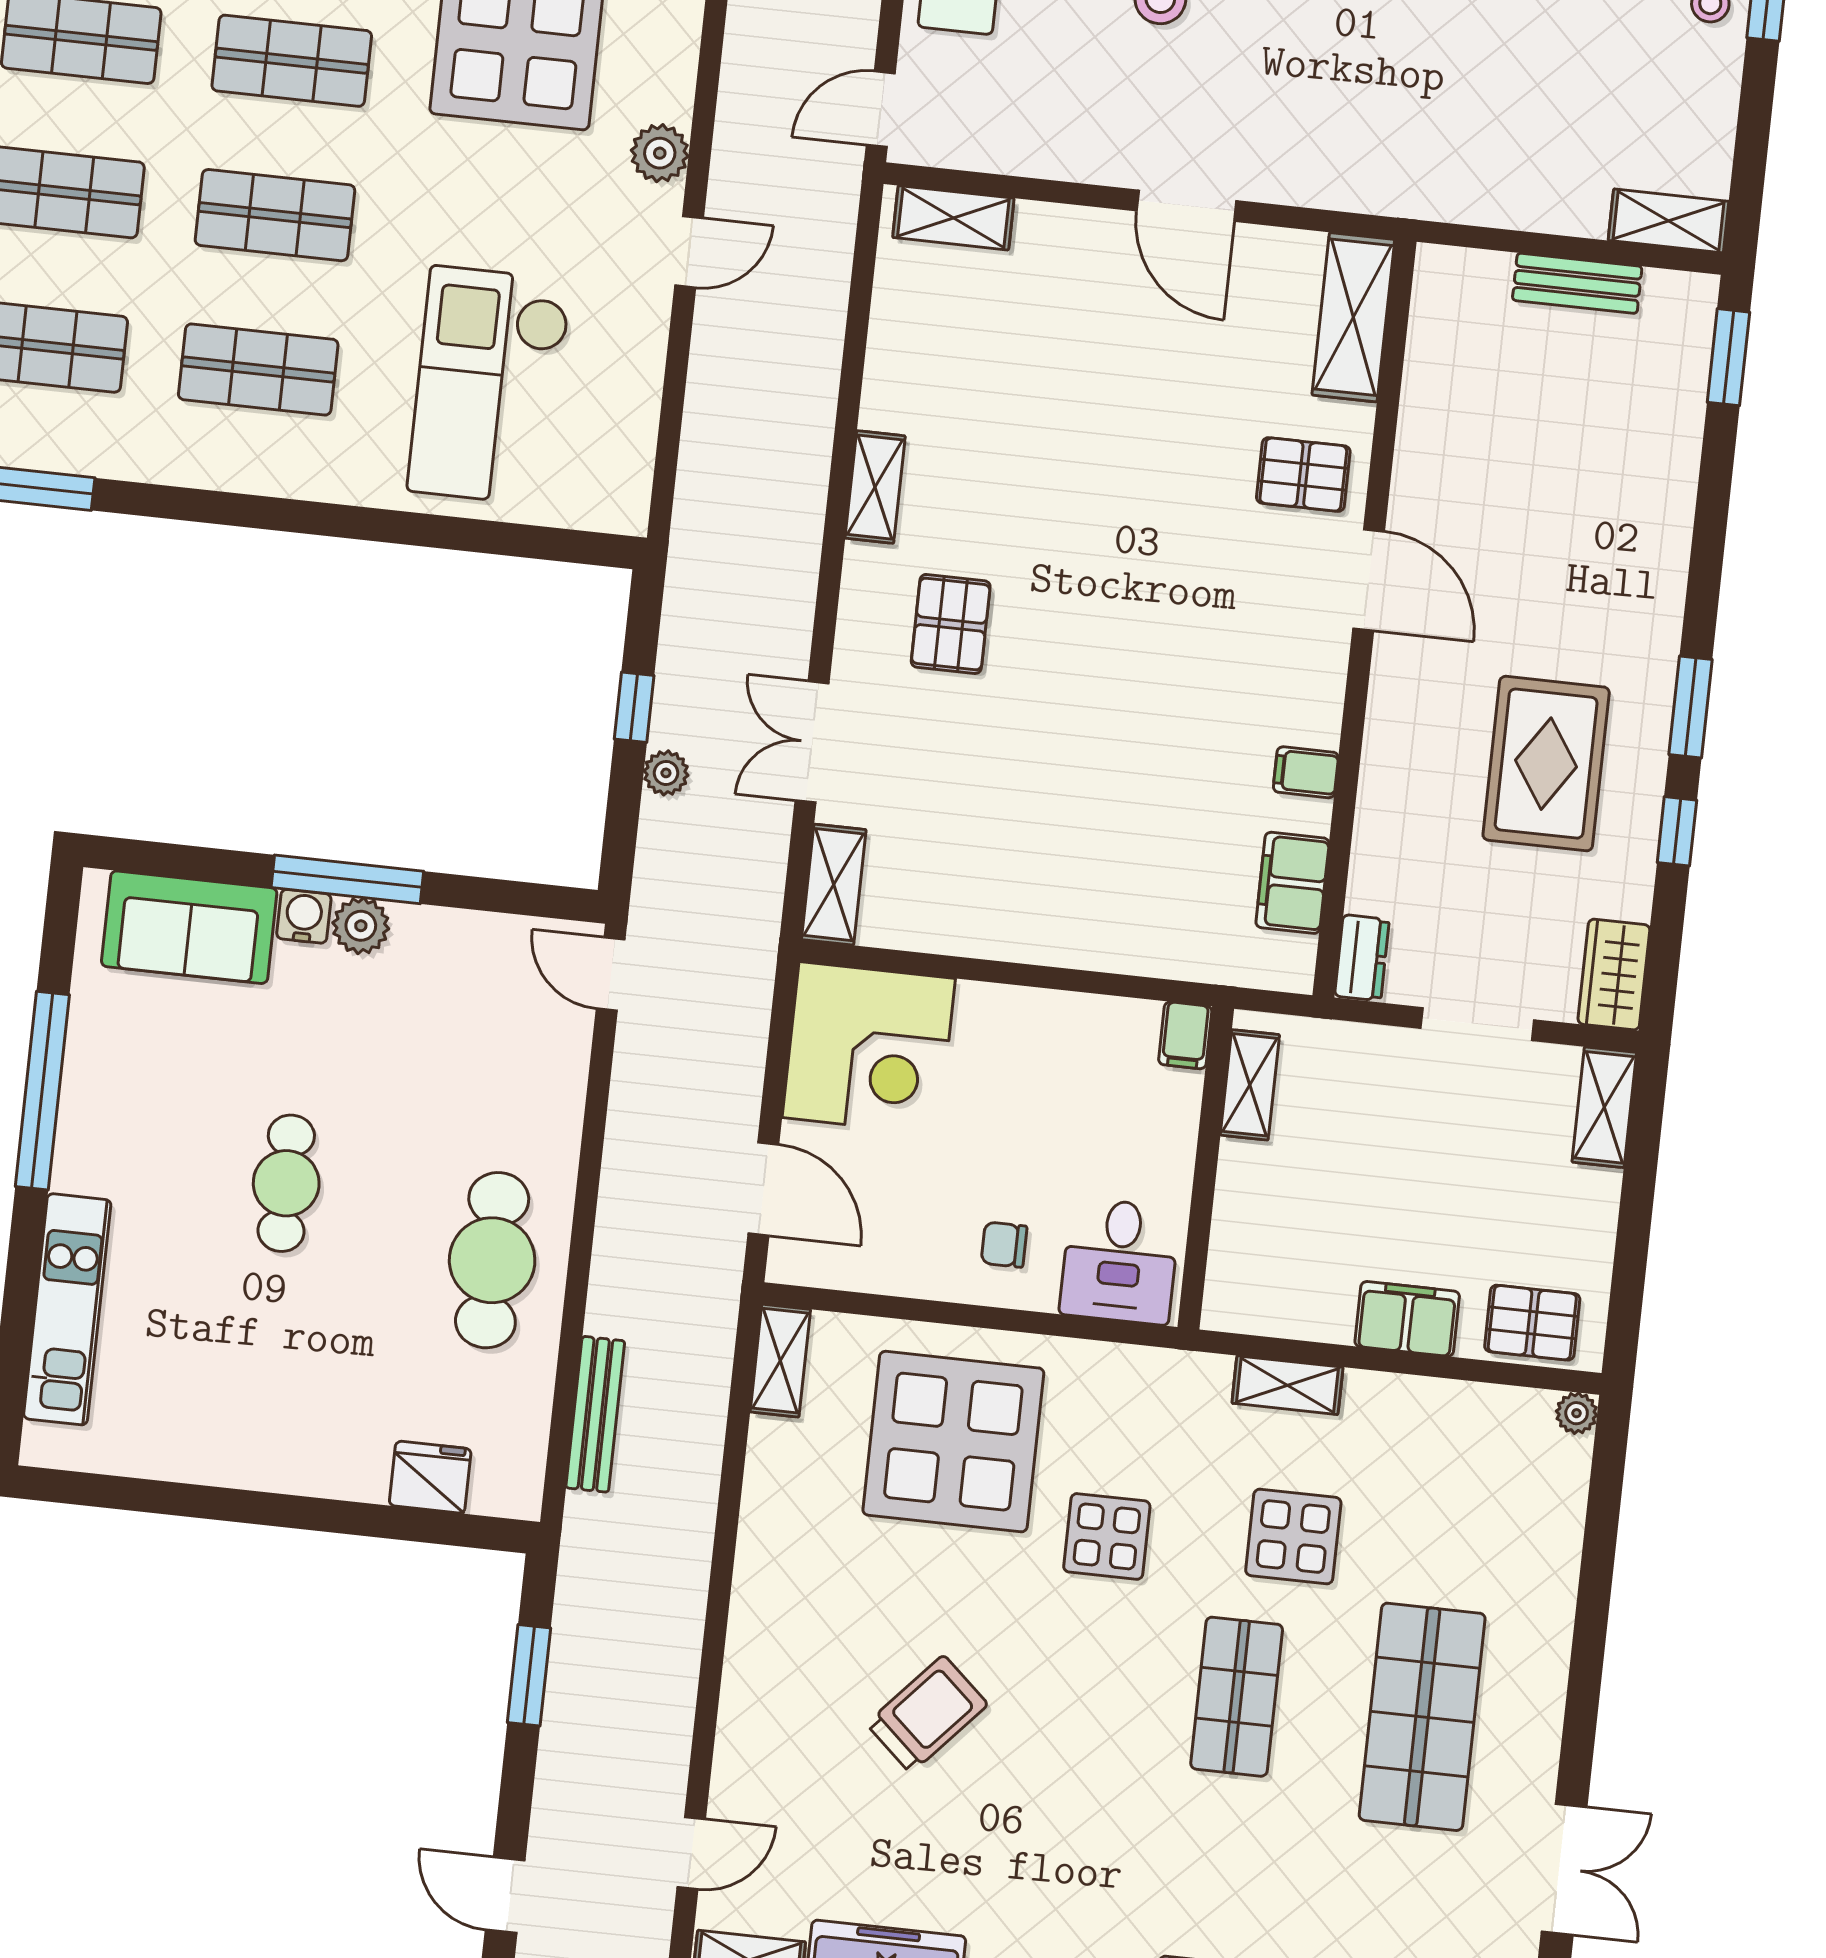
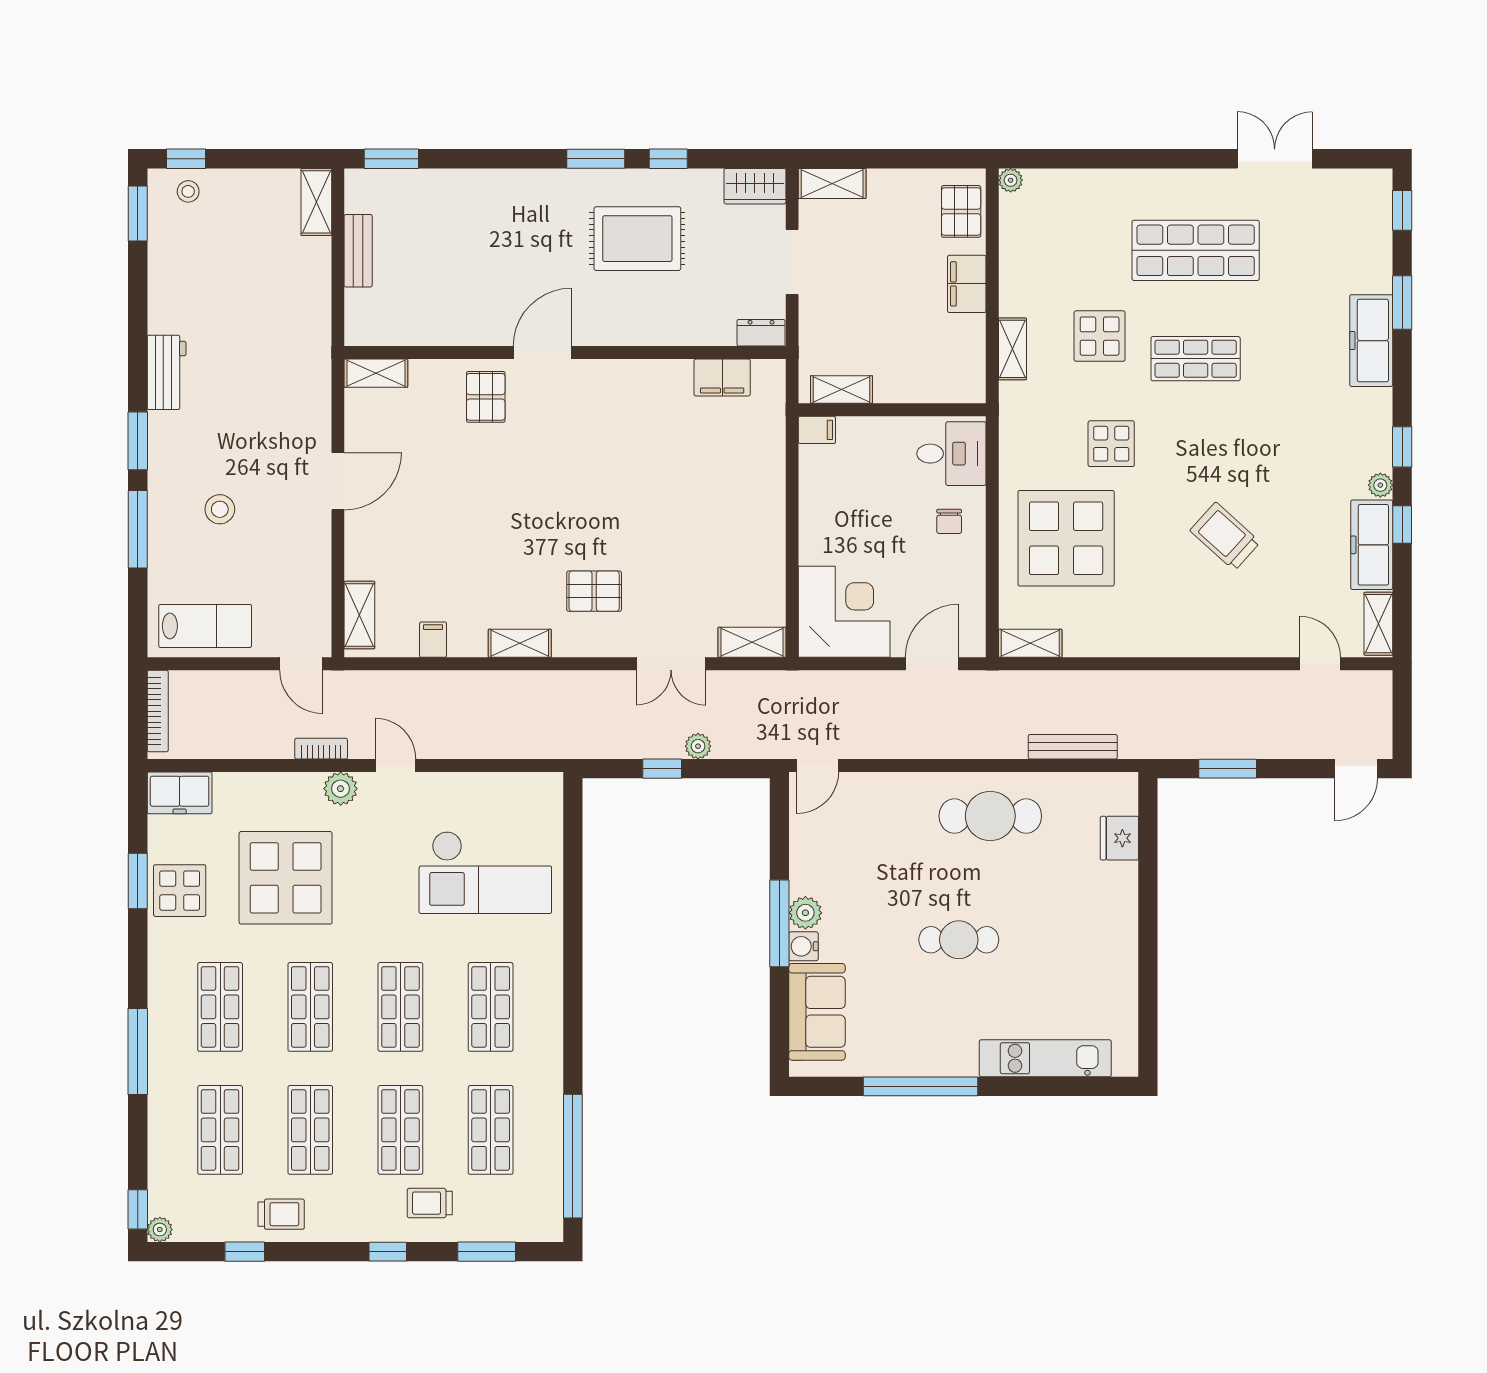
bookcase: (732, 127) -> (321, 749), added
shelving: (1353, 317) -> (376, 373), width x0.67, depth x0.75
filing cabinet: (1306, 772) -> (433, 640), moved, turned 180

